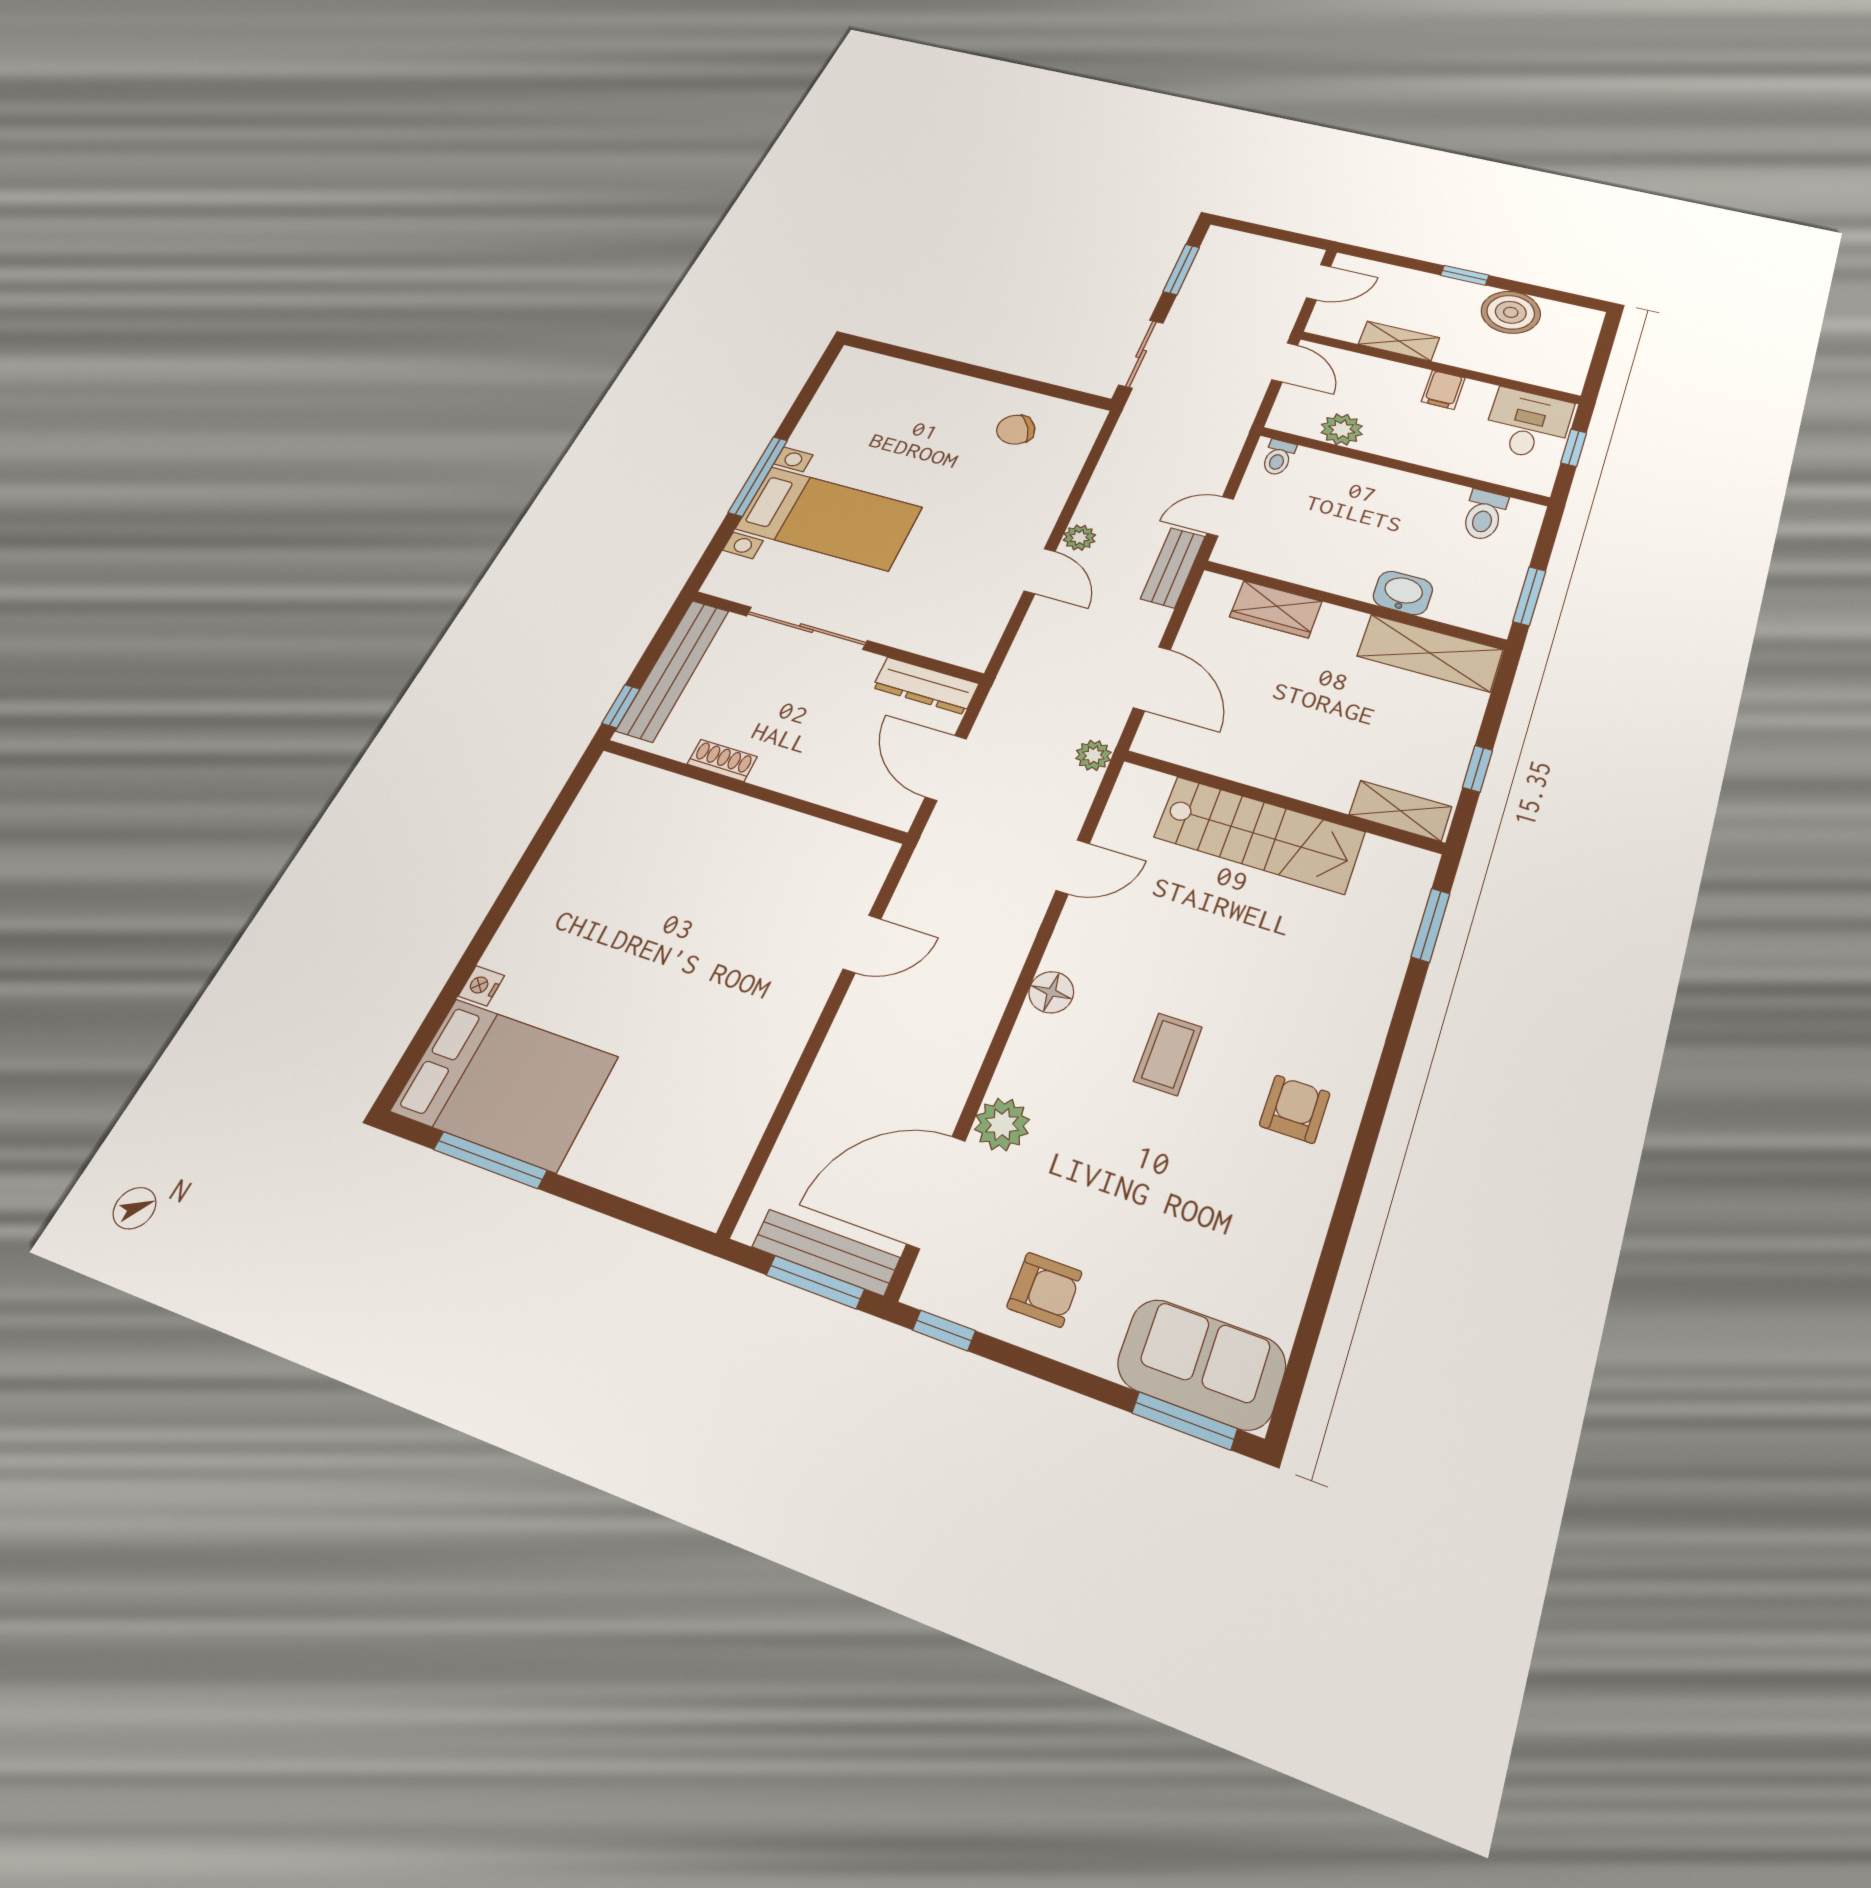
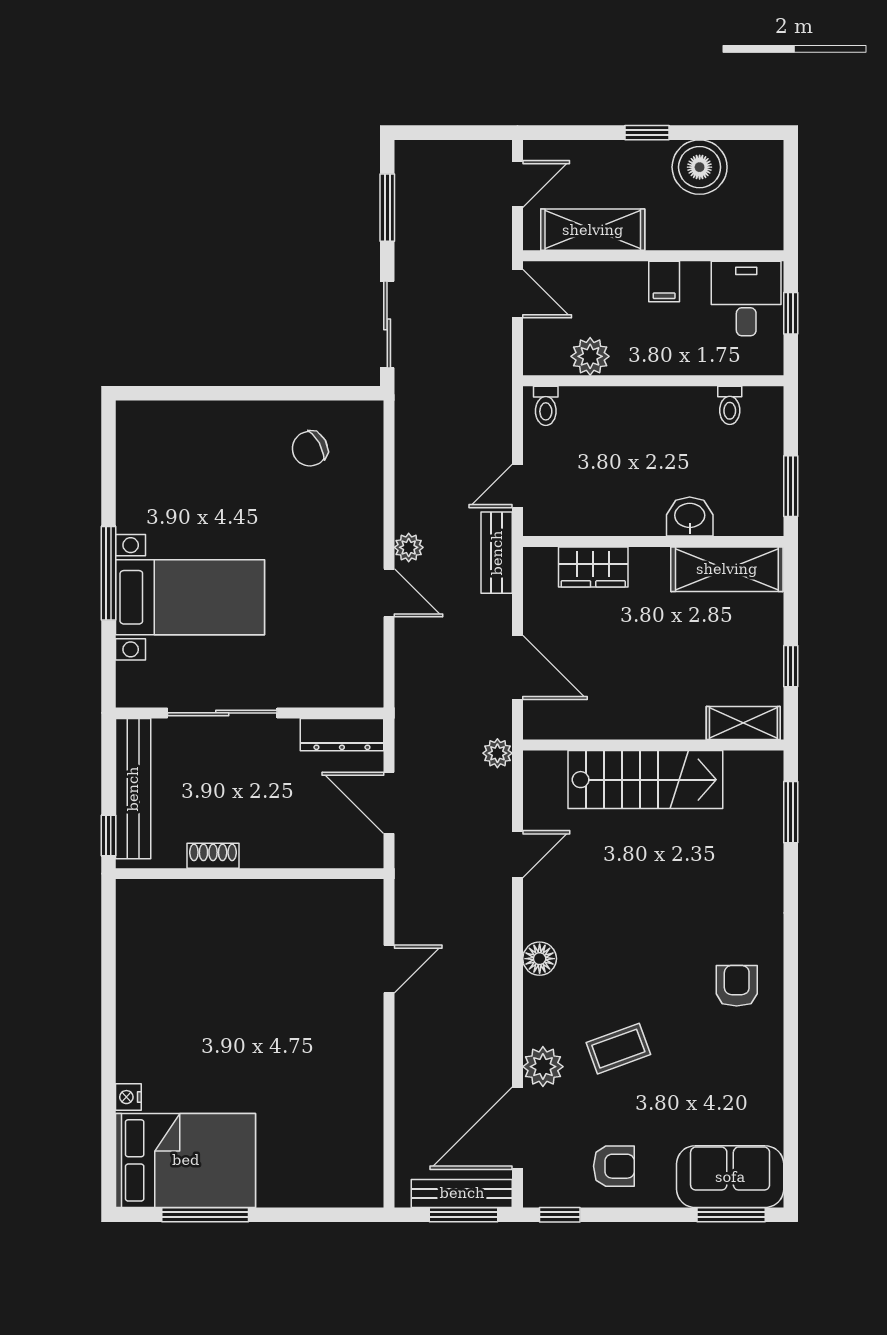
shelving: (1399, 341) -> (593, 230), width x1.50, depth x1.33
toilet: (1484, 515) -> (730, 405), width x0.73, depth x0.72
coffee table: (1168, 1054) -> (618, 1049), moved, turned 70

